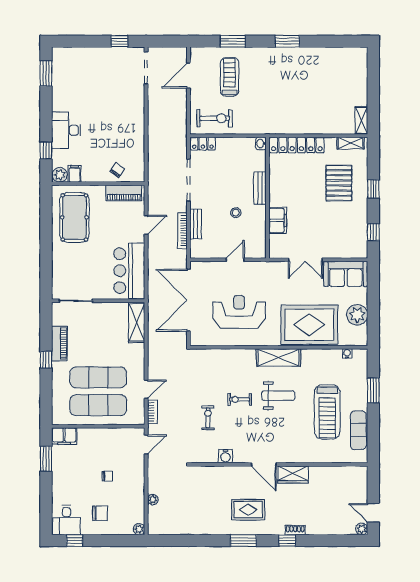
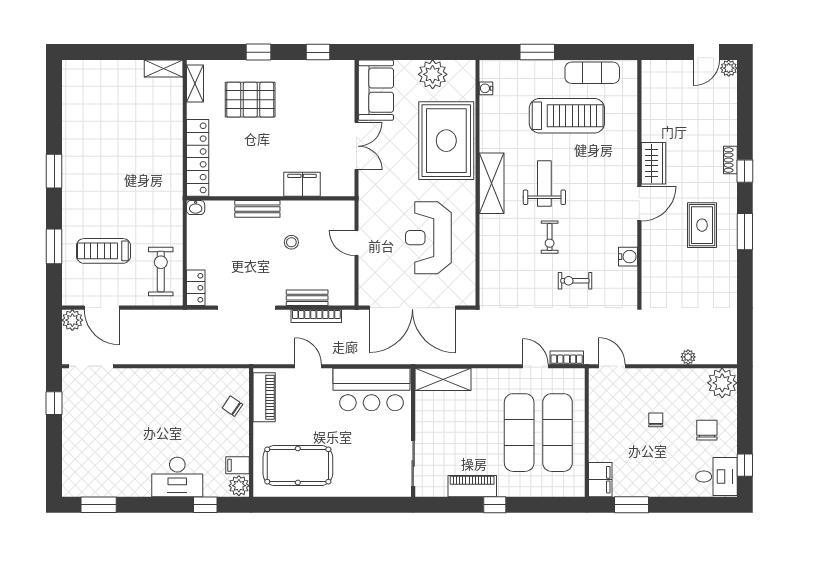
plant: (179, 54) -> (72, 320), added
plant: (139, 529) -> (722, 383), width x1.87, depth x1.87

